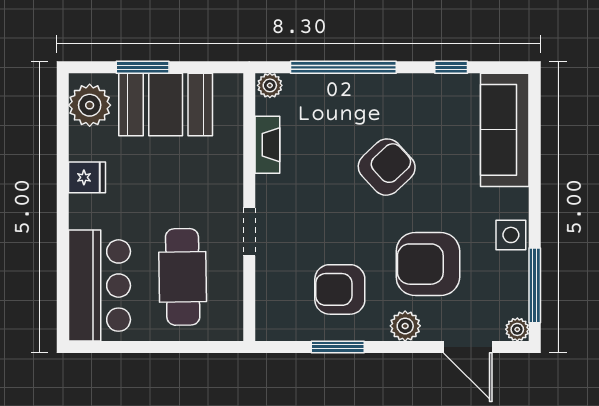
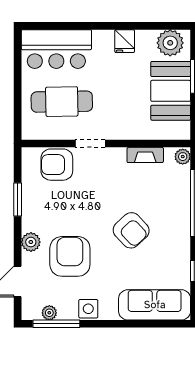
armchair: (340, 289) -> (57, 165), moved, turned -90
plant: (517, 329) -> (49, 313), moved

